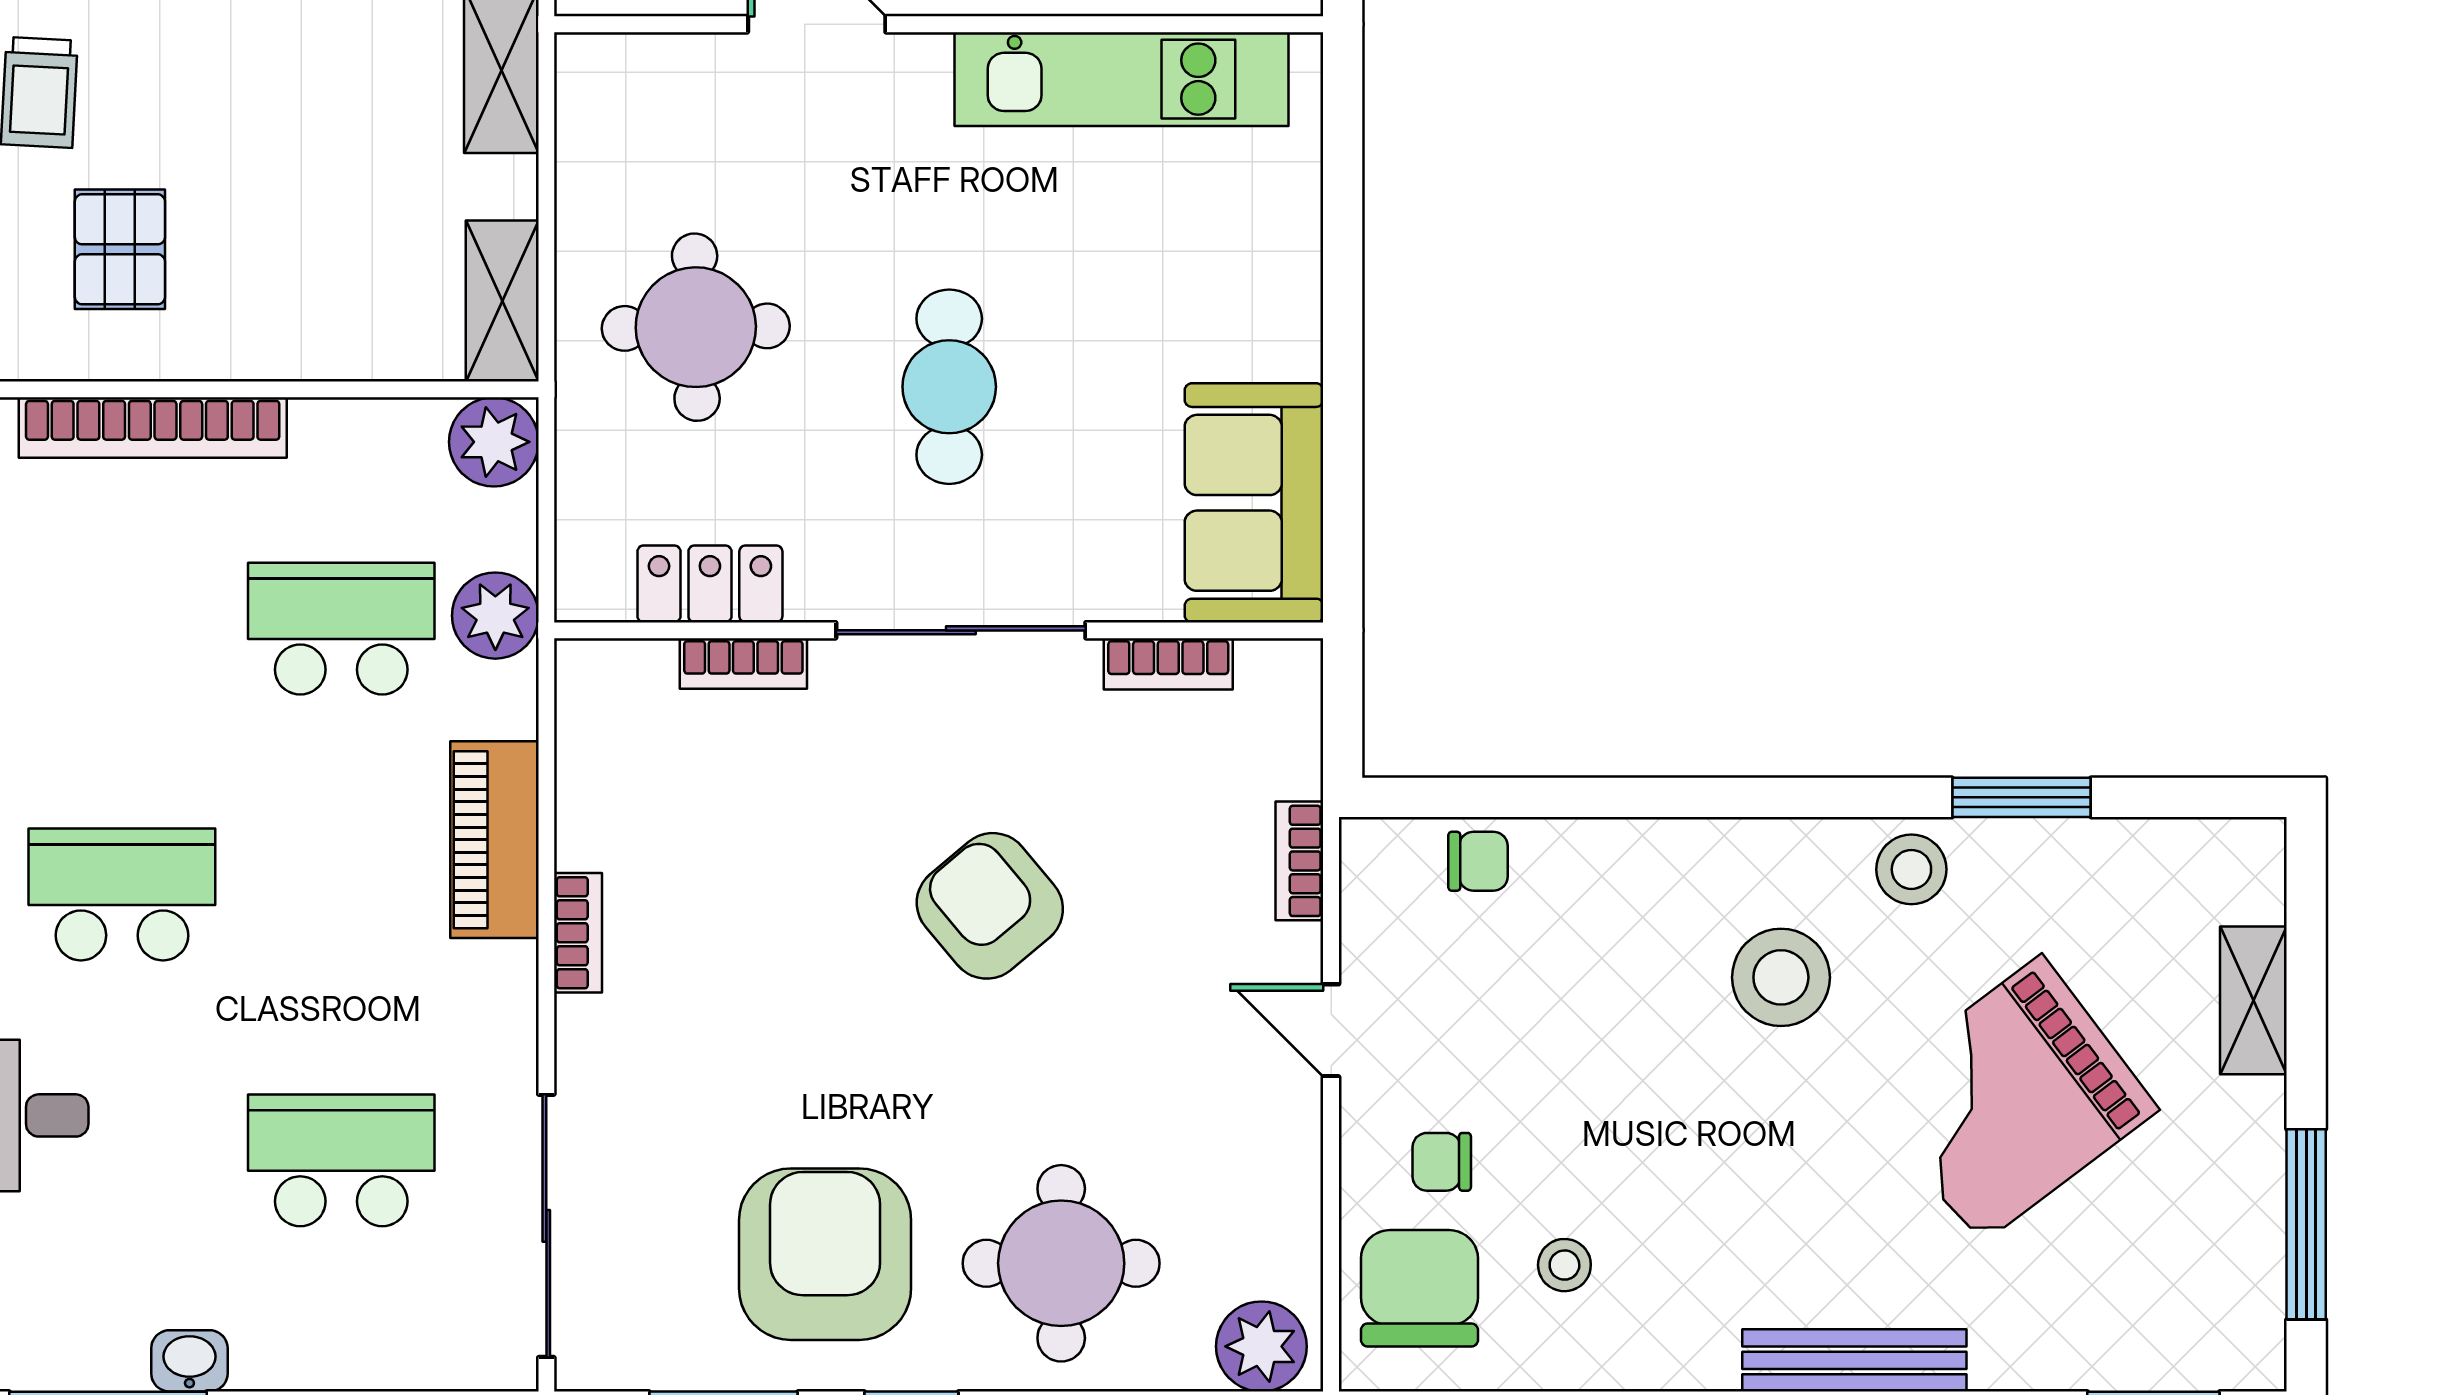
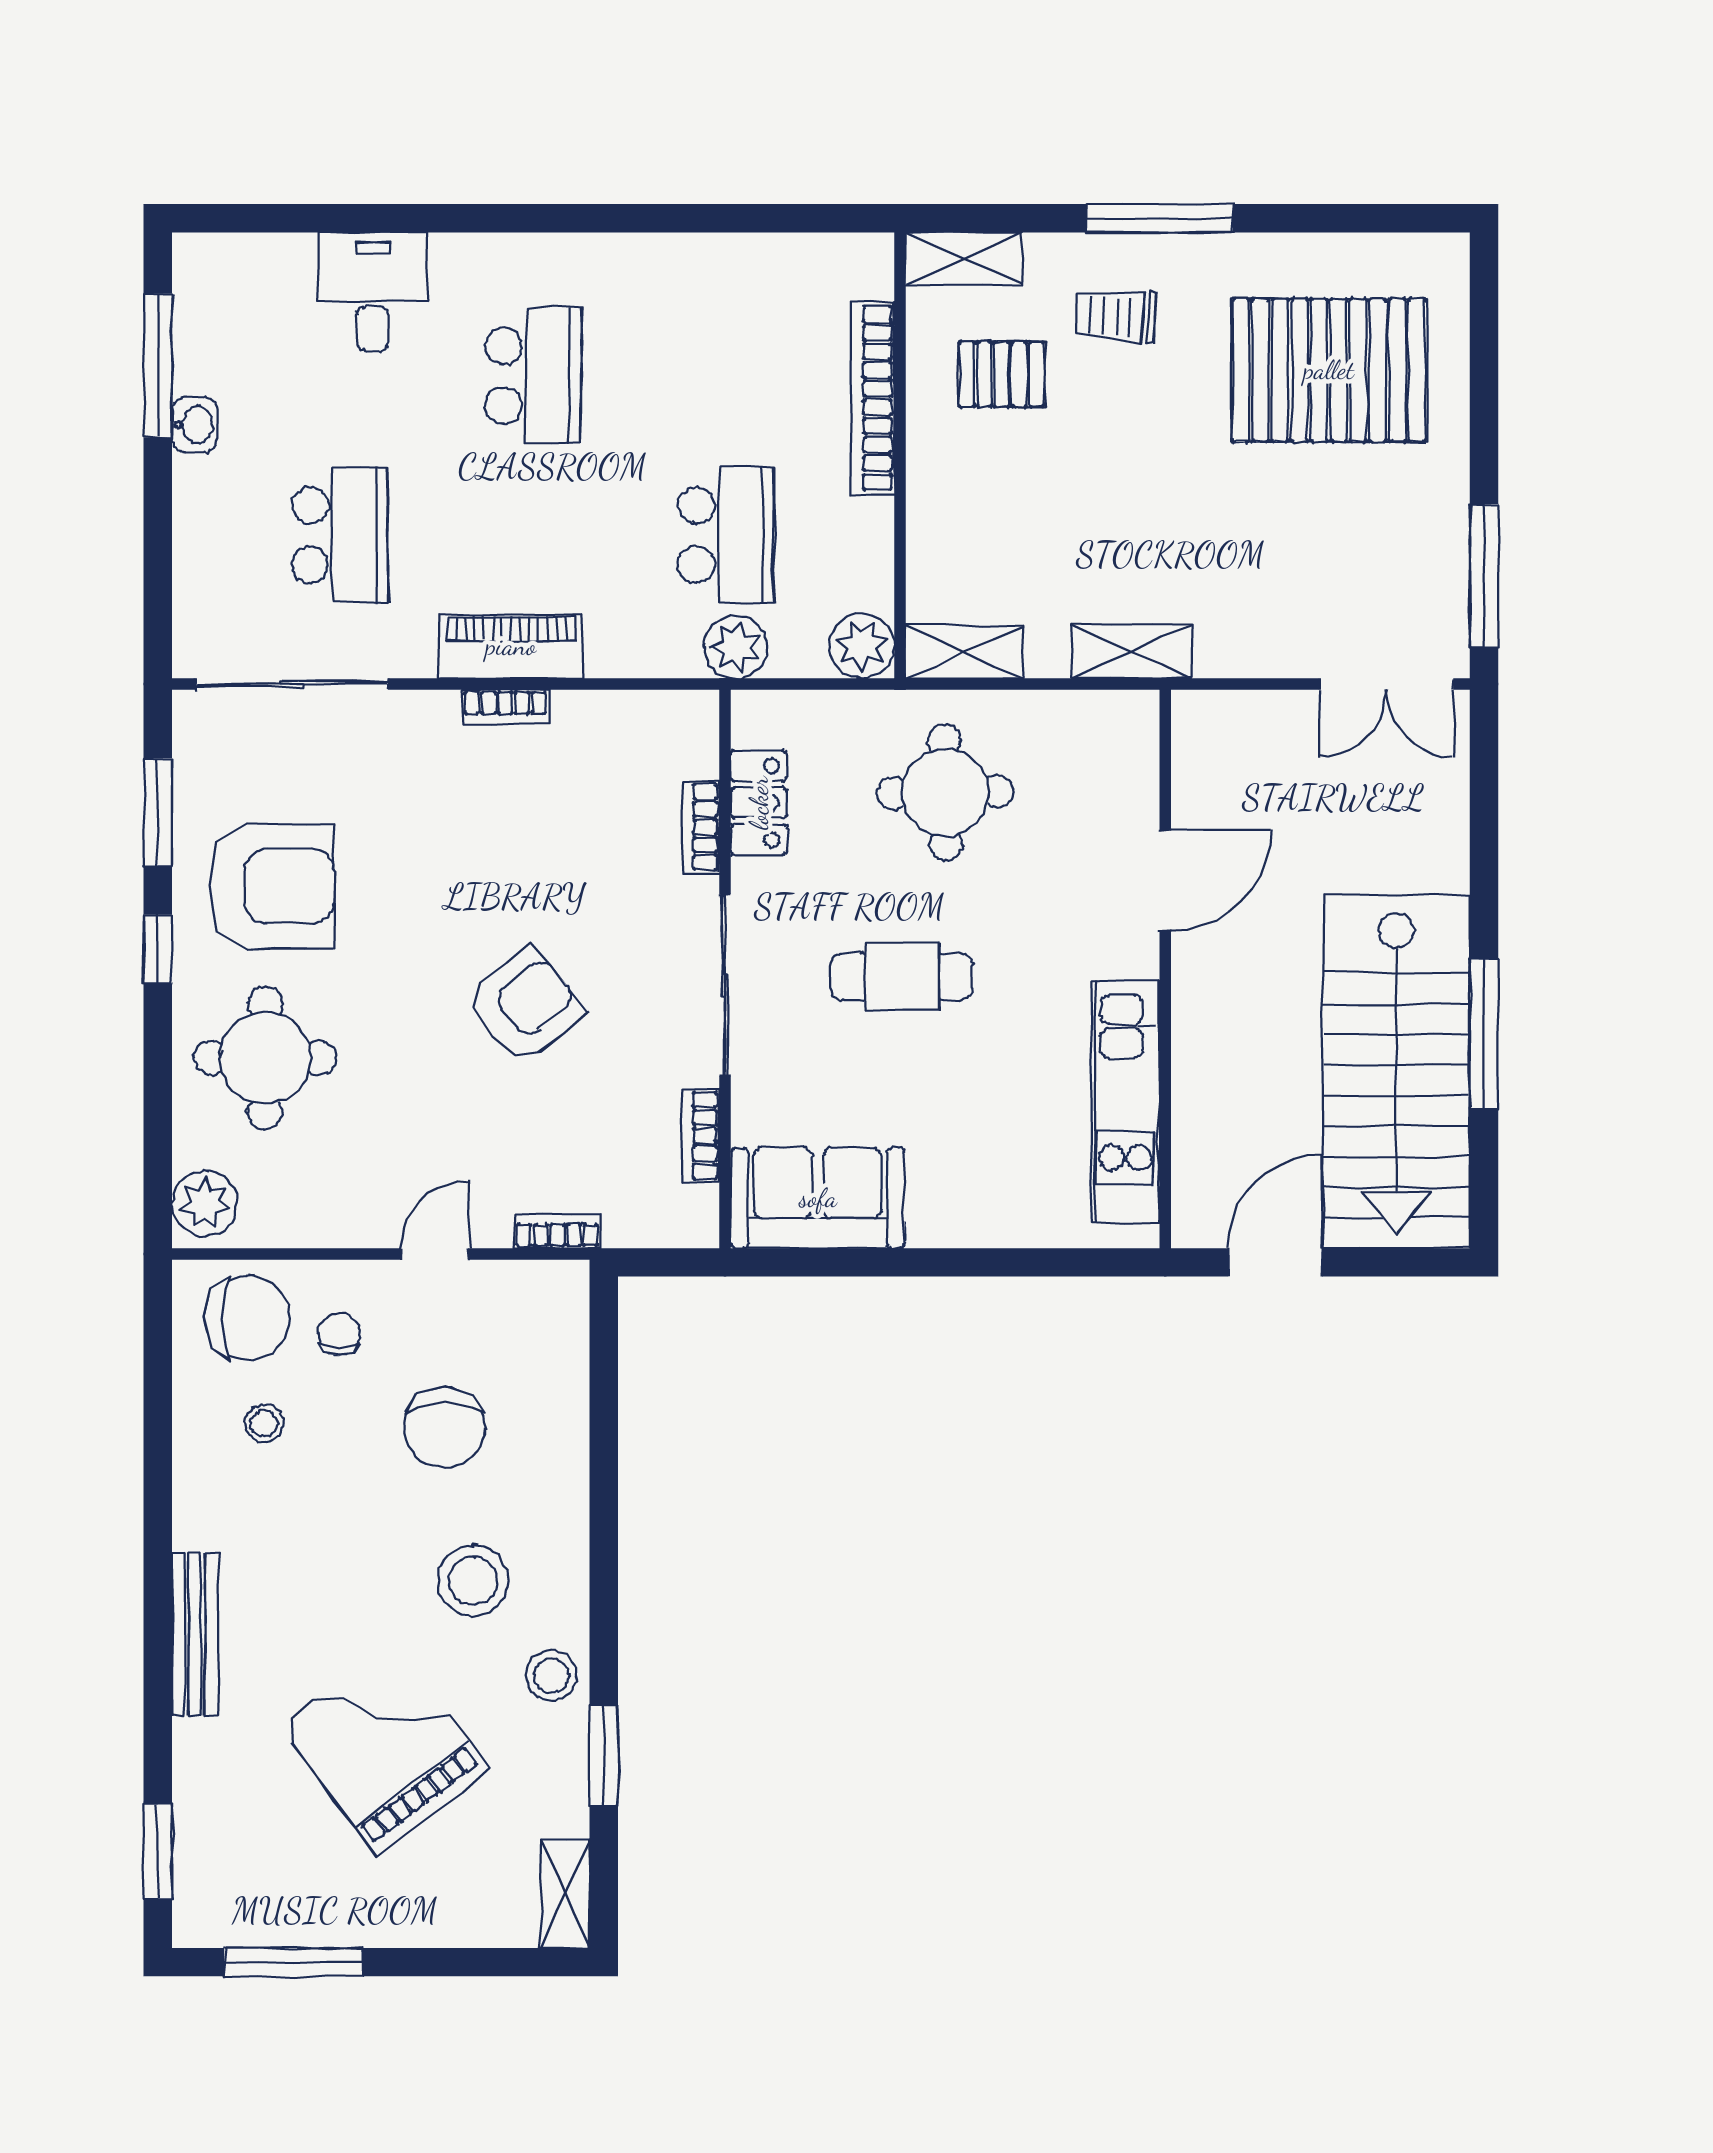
piano: (494, 840) -> (511, 646), moved
chair: (1478, 861) -> (445, 1428), moved, width x1.87, depth x1.87
shelving: (2253, 1000) -> (565, 1894), moved, turned 90

